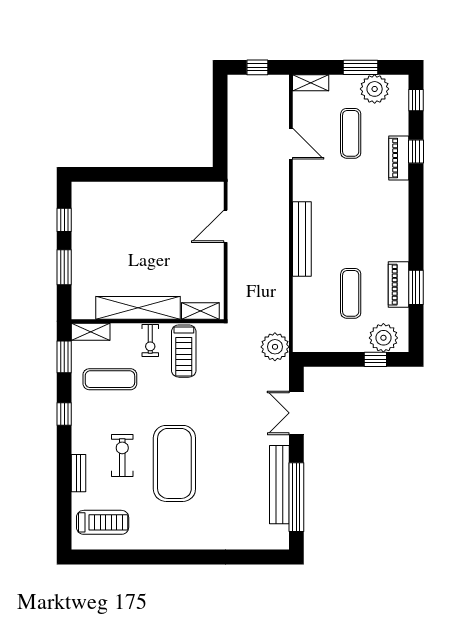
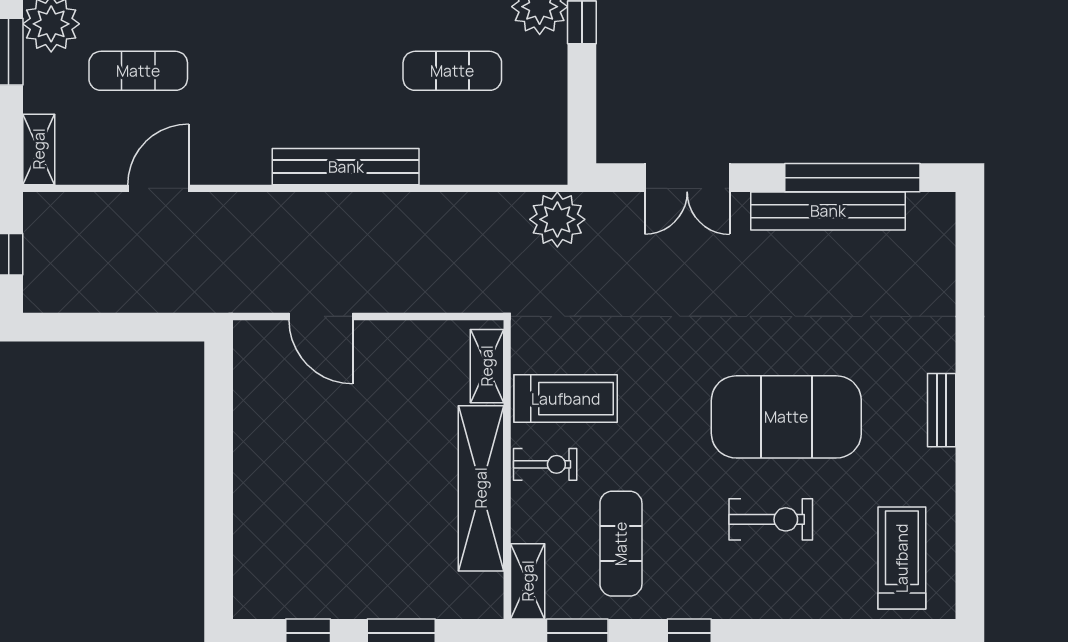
exercise bike: (122, 456) -> (771, 519), turned 180
bench: (79, 473) -> (942, 410), moved, turned 90

